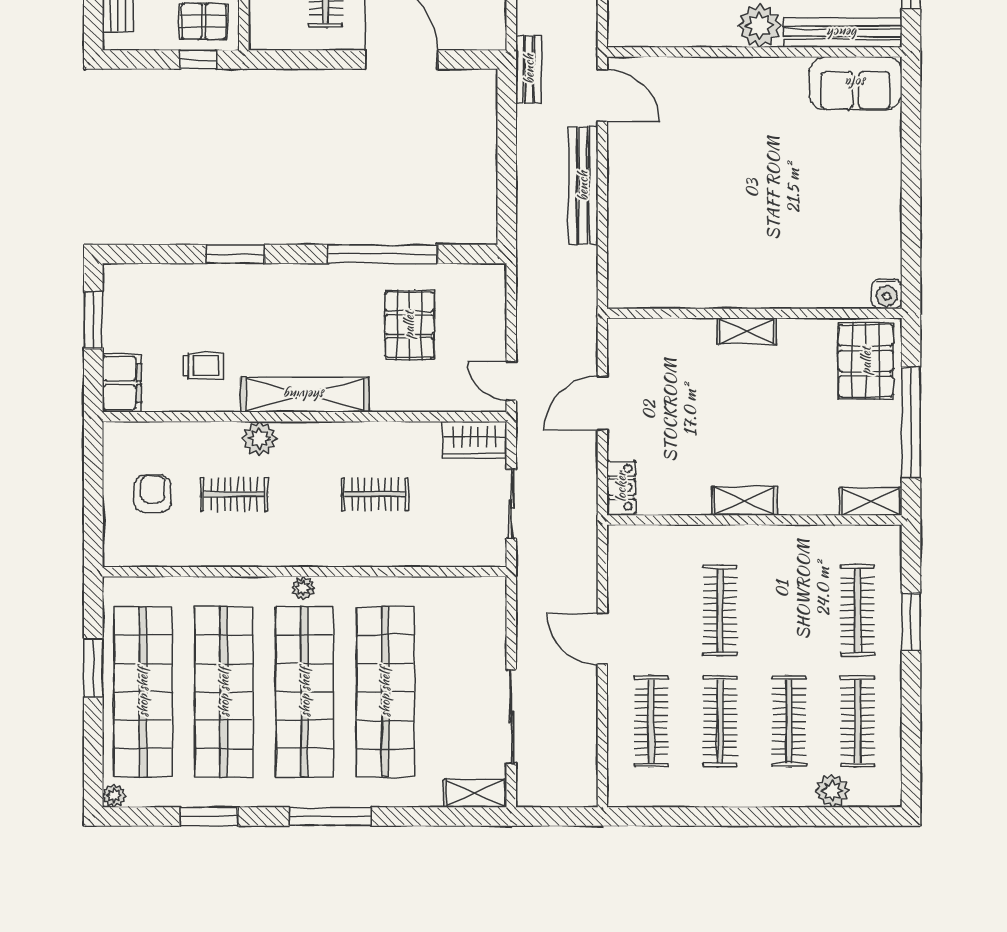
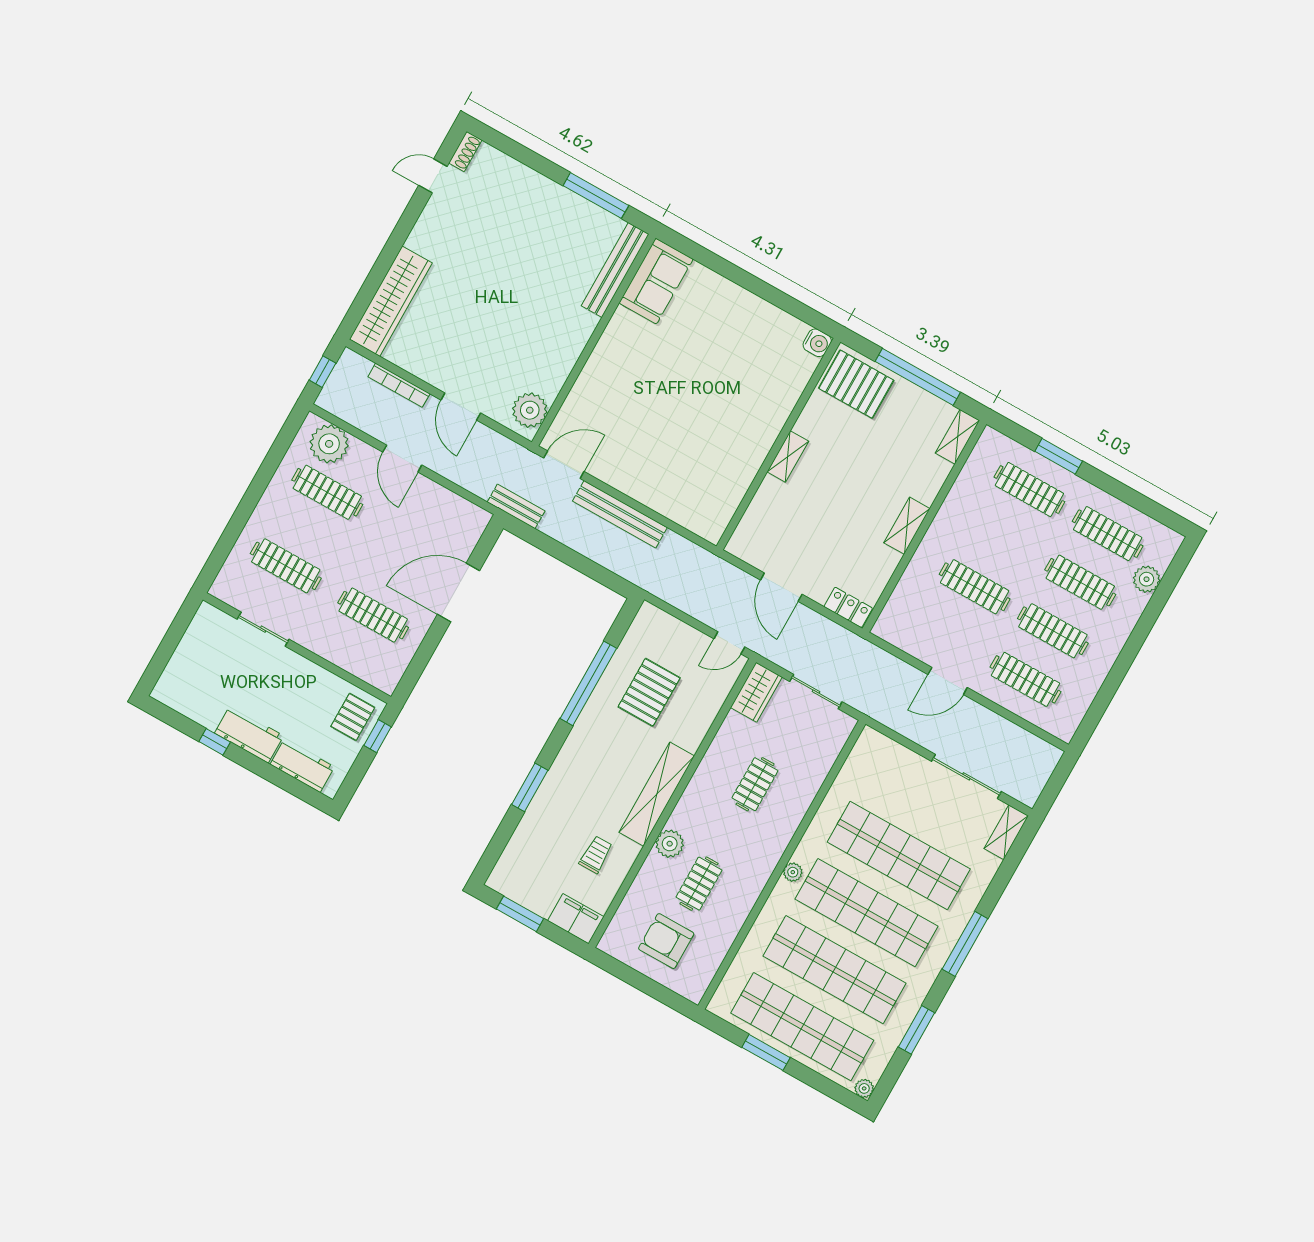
plant: (759, 26) -> (530, 410), moved
pallet: (409, 325) -> (649, 692), turned 90
armchair: (153, 494) -> (666, 941), width x1.38, depth x1.38

